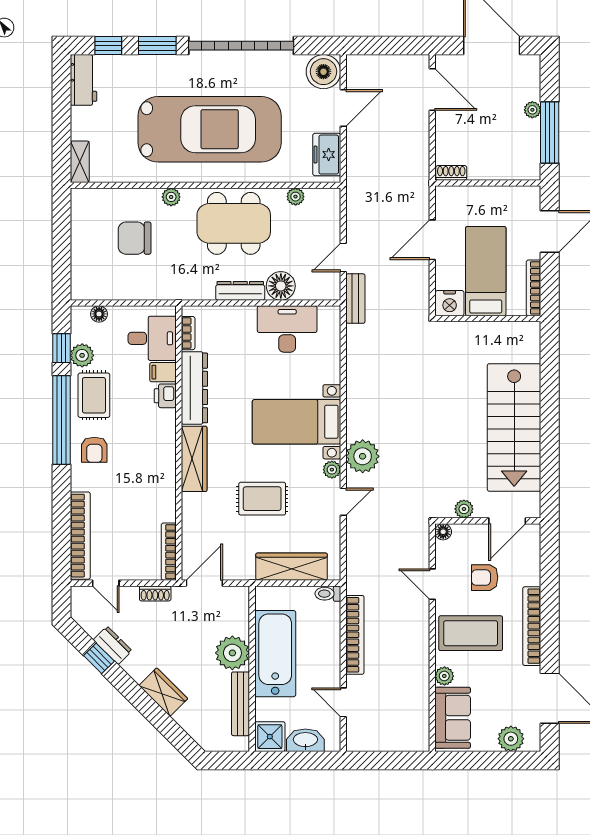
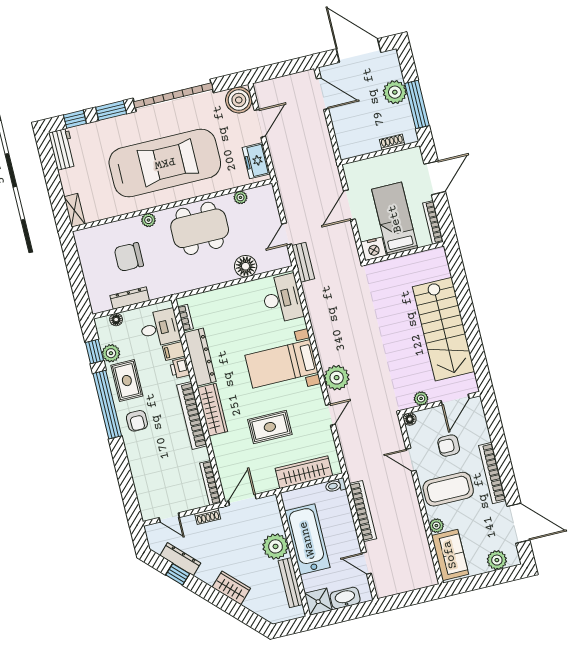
plant: (532, 110) -> (395, 92), width x1.87, depth x1.87
shoe rack: (451, 173) -> (392, 142), moved
dresser: (240, 291) -> (130, 298), moved
desk: (287, 329) -> (282, 299), moved, turned 90
plant: (332, 470) -> (316, 393), removed
bookcase: (80, 536) -> (192, 415), moved, turned 180
dresser: (113, 645) -> (180, 559), width x1.44

